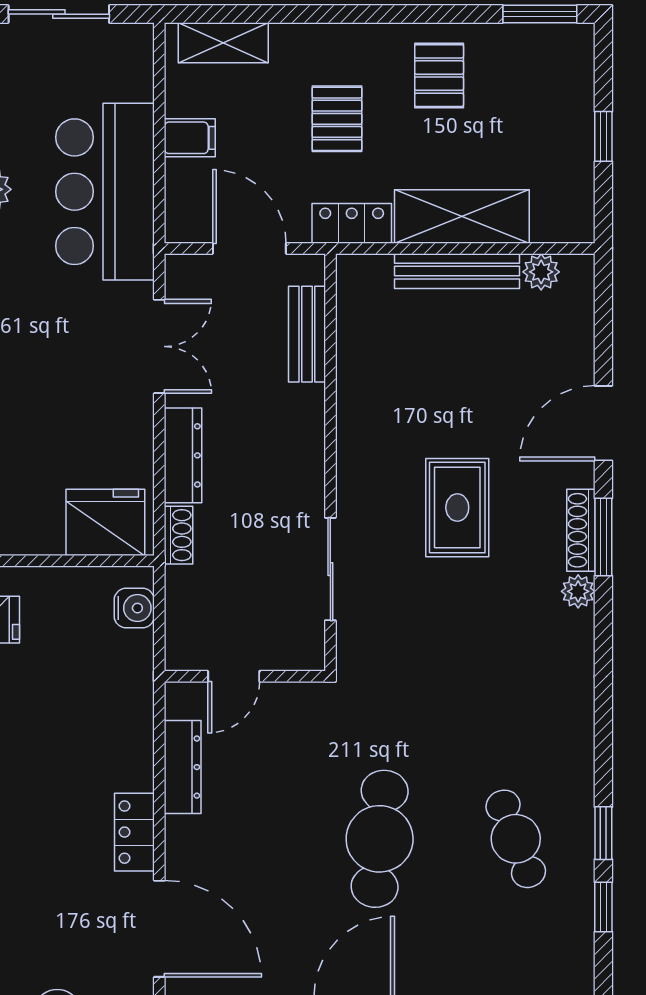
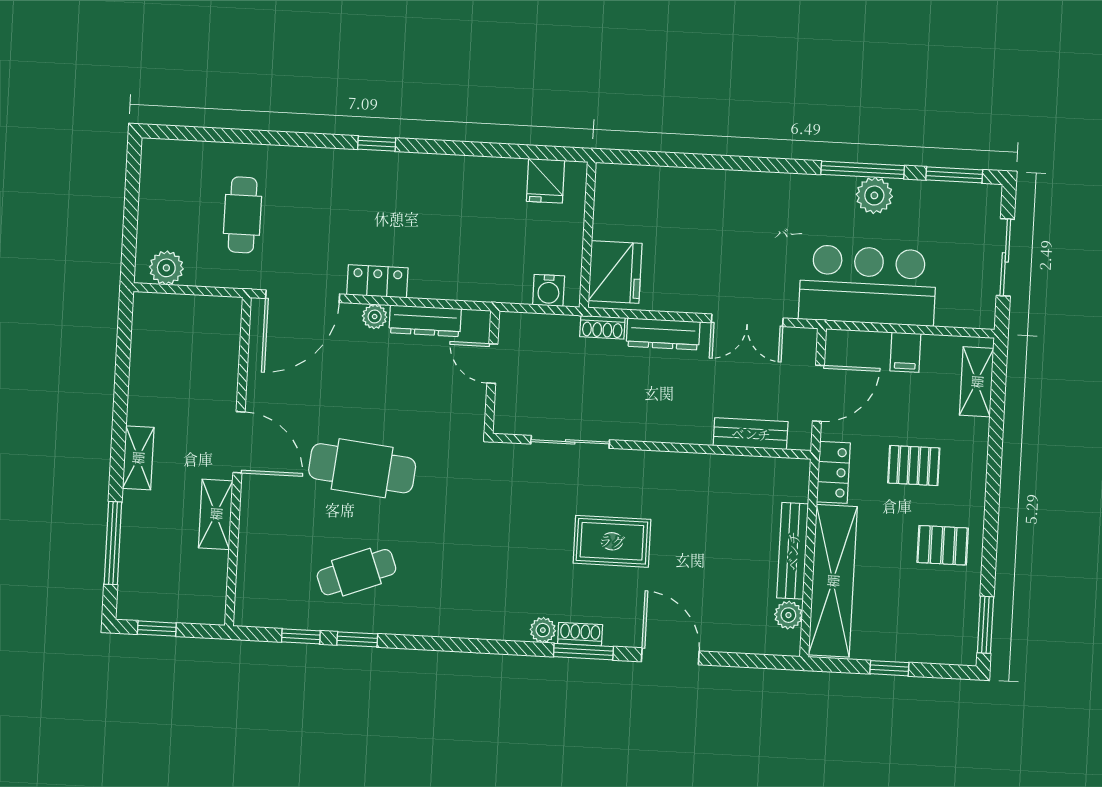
shelving: (462, 216) -> (833, 581), width x1.47
shoe rack: (581, 530) -> (580, 634), width x0.70
plant: (181, 833) -> (375, 317), added

